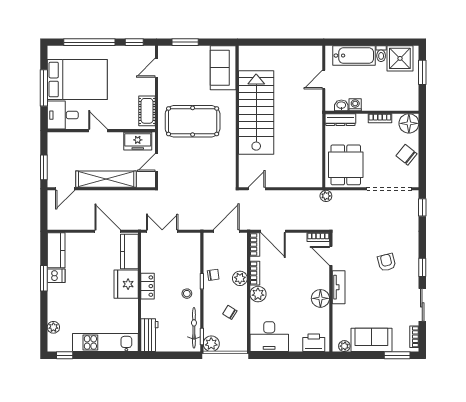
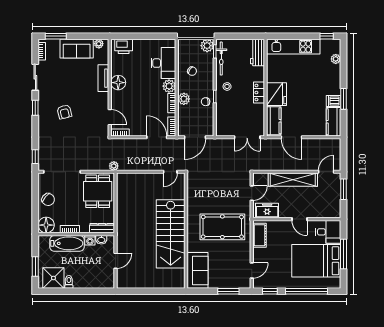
bathtub: (354, 56) -> (67, 243), moved, turned 180
tv unit: (339, 287) -> (103, 78), moved
desk: (269, 337) -> (163, 63), moved, turned 90

